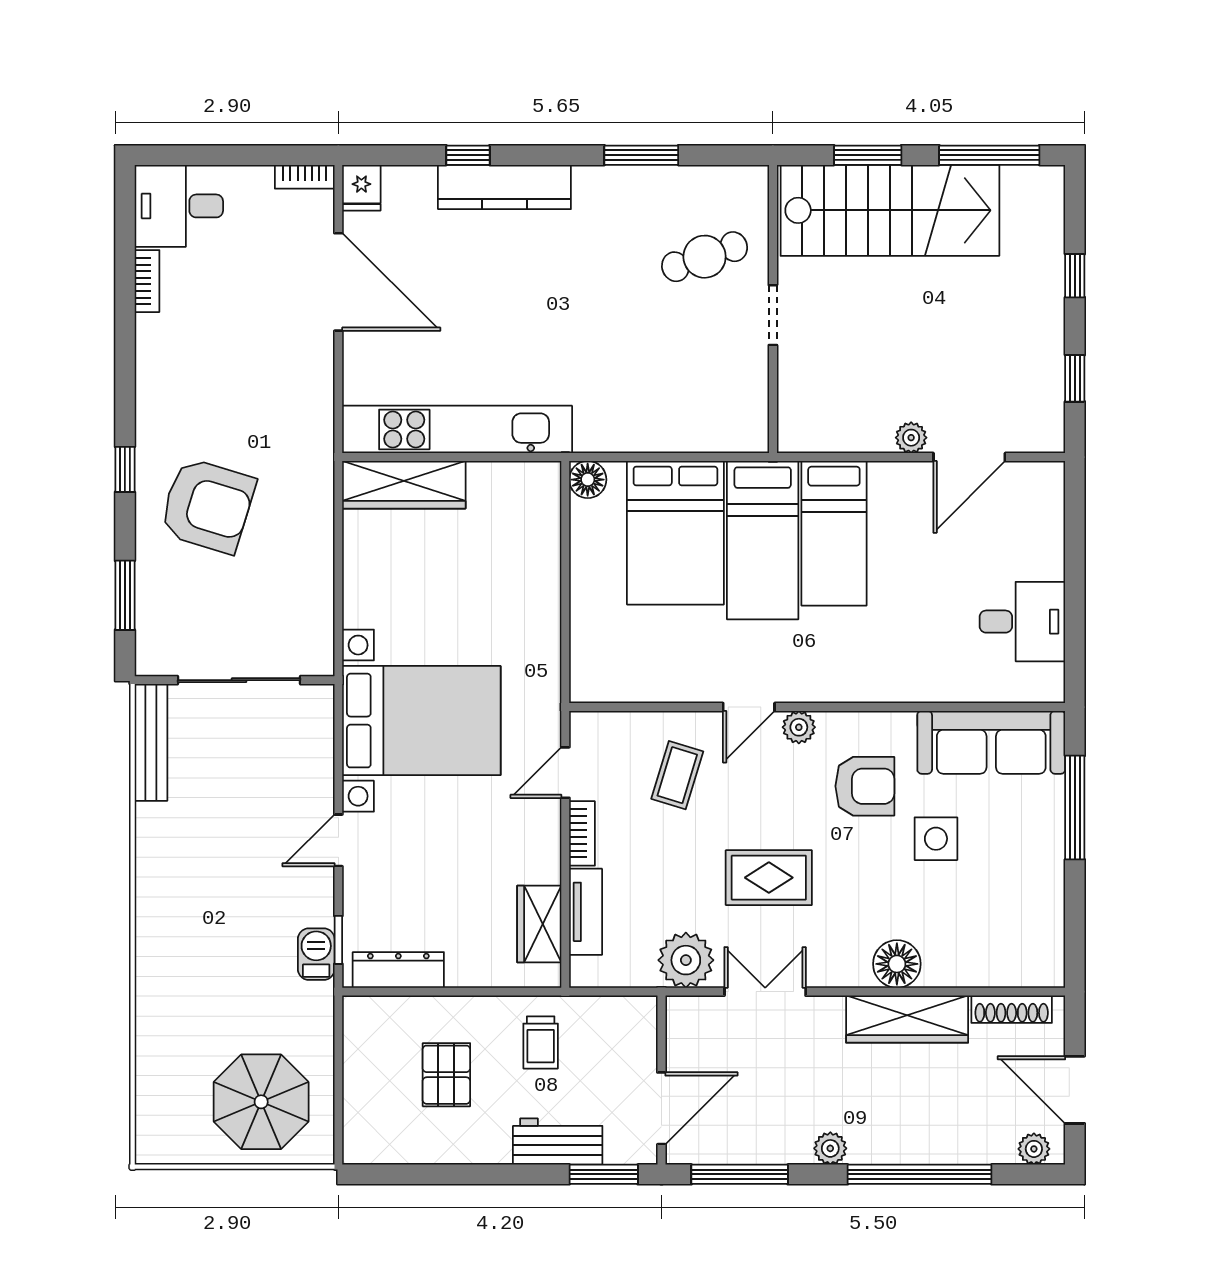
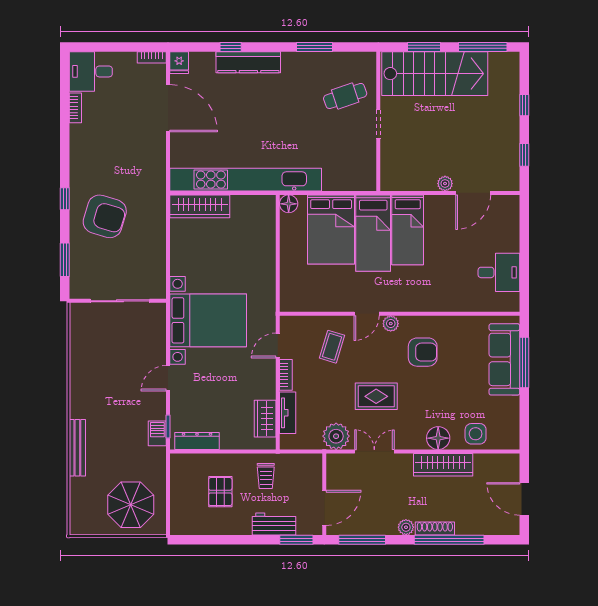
kitchen unit: (457, 429) -> (246, 180), width x1.36
bench: (151, 742) -> (77, 448), moved
sofa: (991, 742) -> (504, 359), moved, turned 90
side table: (936, 839) -> (476, 434), moved
shoe rack: (1012, 1009) -> (435, 528), moved, turned 180
plant: (1034, 1149) -> (504, 528), removed

